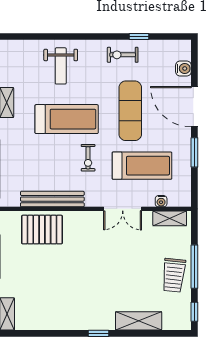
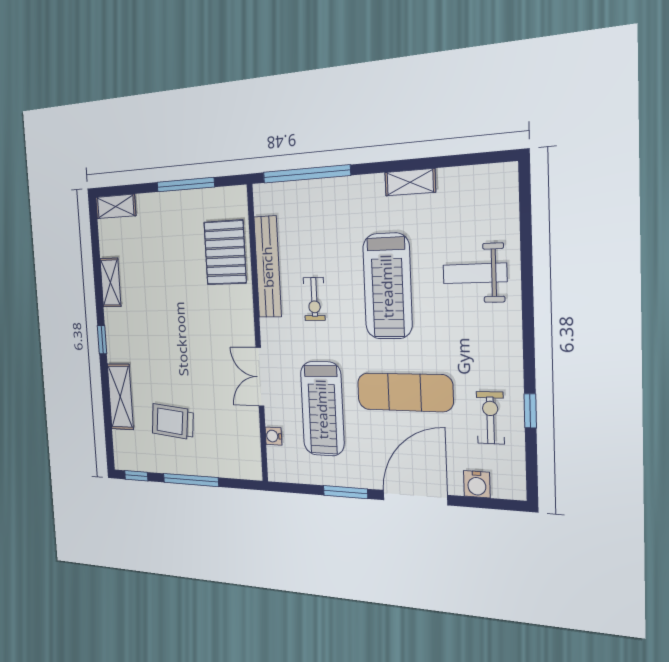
exercise bike: (123, 55) -> (490, 418), moved
exercise bike: (88, 158) -> (314, 299), moved, turned -90
shelving: (170, 218) -> (110, 283), moved
trolley: (174, 275) -> (173, 422), moved

